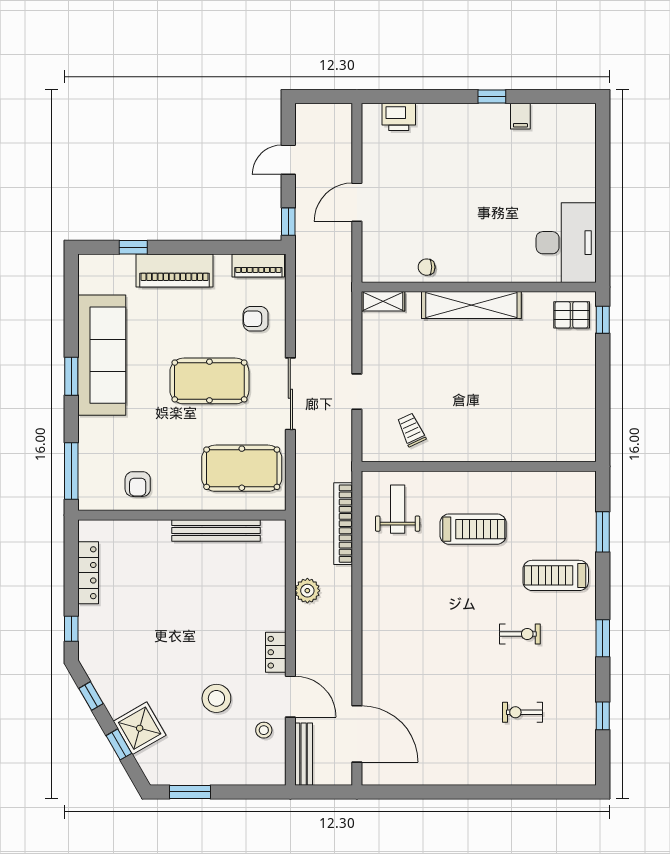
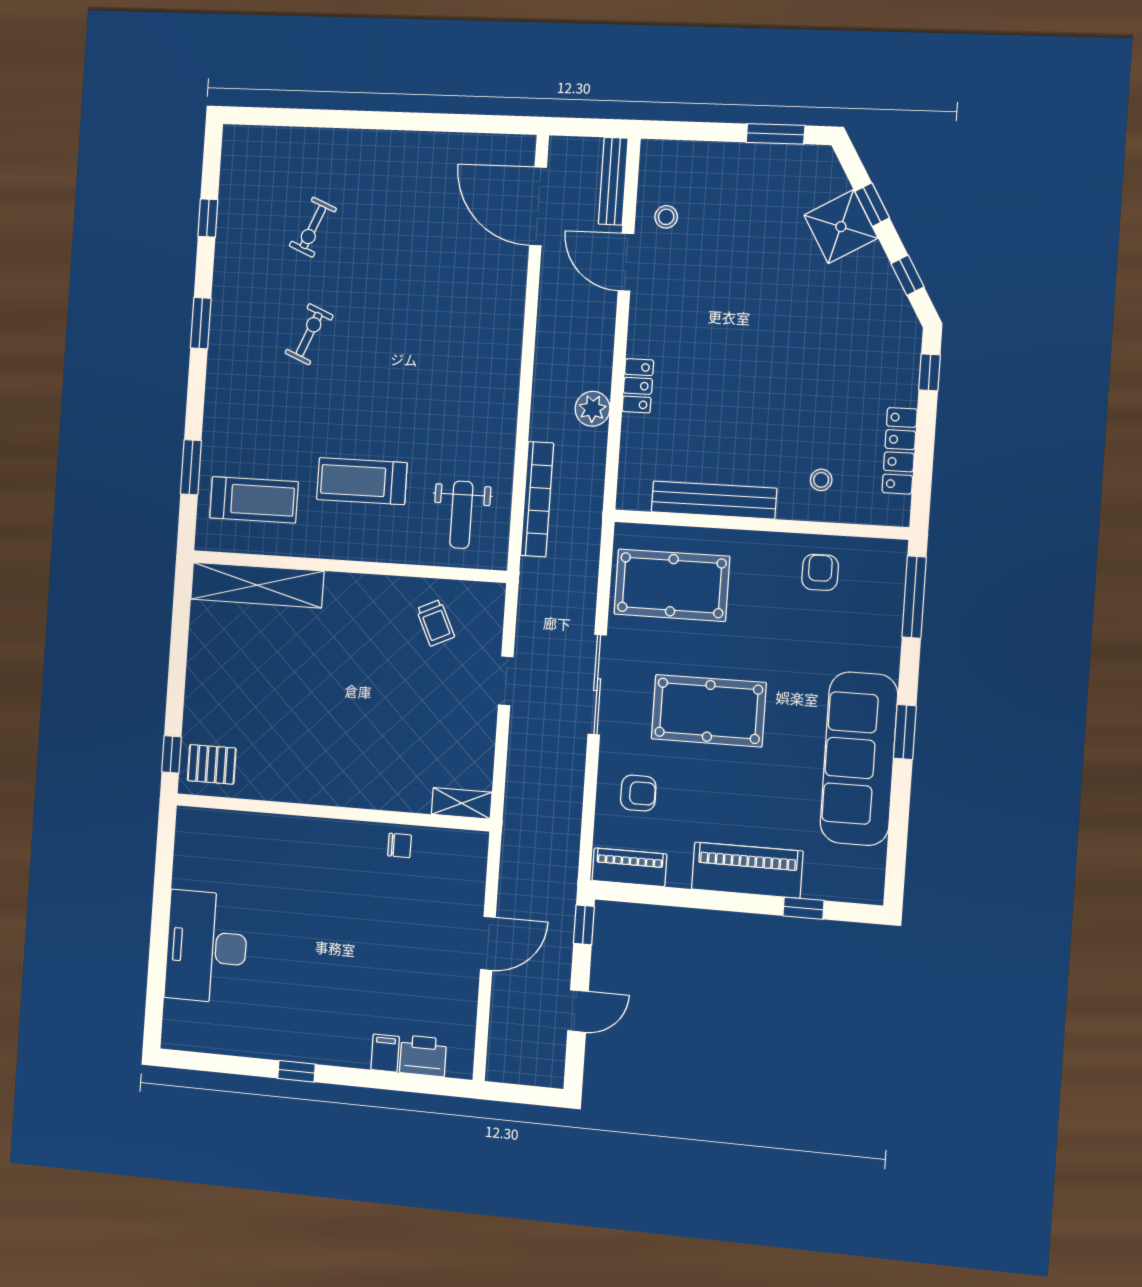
filing cabinet: (520, 116) -> (385, 1053), moved
desk: (566, 243) -> (206, 947), moved
shelving: (471, 305) -> (257, 585), moved
treadmill: (556, 575) -> (254, 500), moved
exercise bike: (520, 634) -> (309, 334), turned 113
locker: (276, 652) -> (638, 386), moved
stool: (216, 698) -> (821, 480), moved, width x0.53, depth x0.53
exercise bike: (523, 712) -> (313, 227), turned 113

